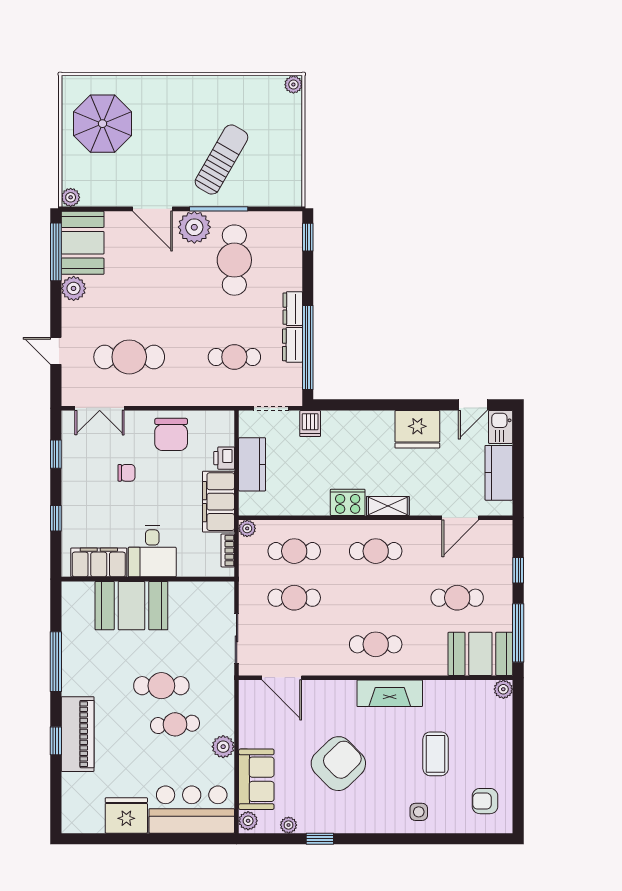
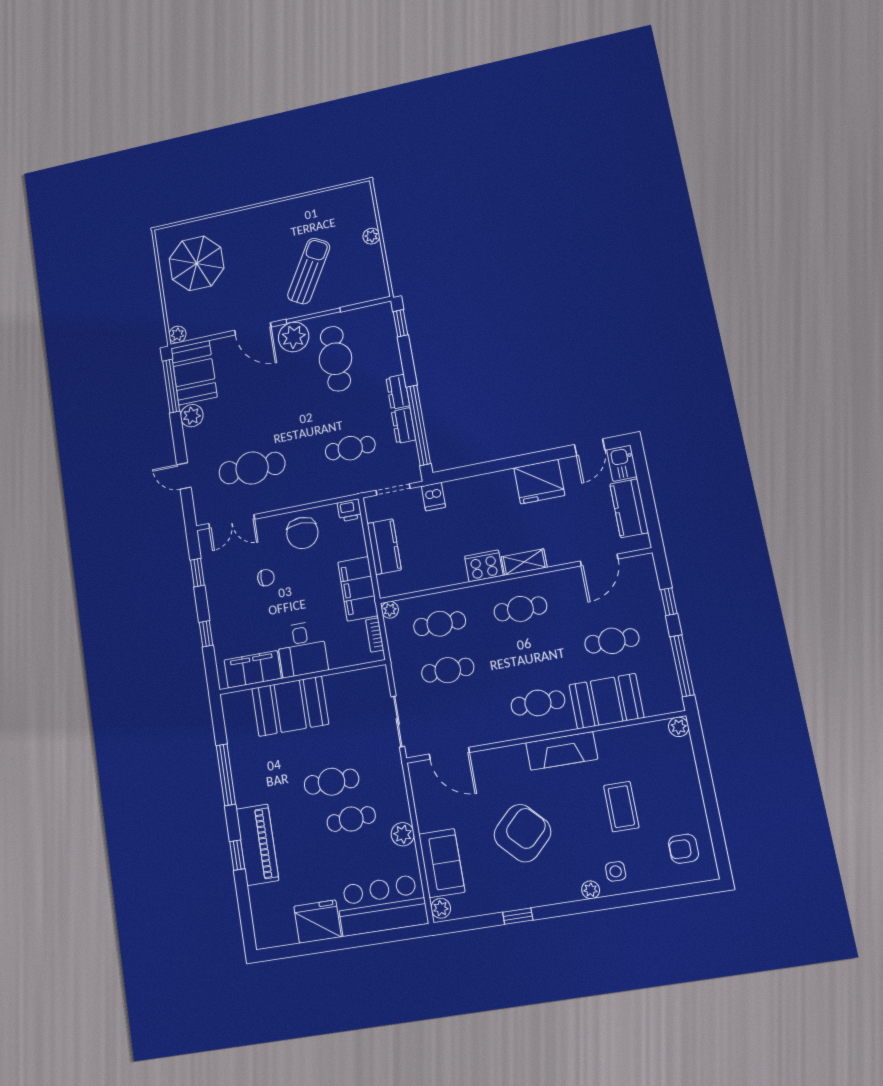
plant: (293, 85) -> (371, 236), moved
printer: (224, 458) -> (349, 510), moved, turned -90
booth: (480, 654) -> (606, 701), moved
plant: (289, 825) -> (591, 890), moved

